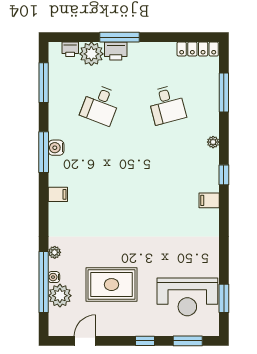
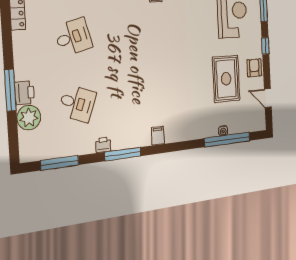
printer: (70, 49) -> (103, 145), moved, turned -90
water cooler: (56, 148) -> (118, 143), removed
plant: (55, 252) -> (204, 133), removed
plant: (60, 296) -> (237, 124), removed
armchair: (121, 324) -> (254, 68), added

